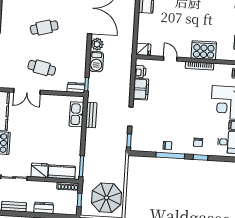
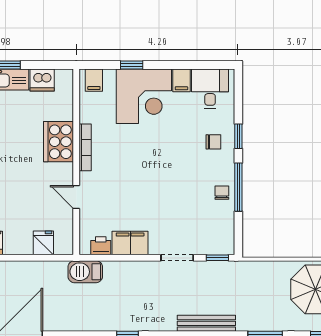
plant: (97, 44) -> (59, 321), removed
fridge: (143, 49) -> (43, 243), moved
door: (170, 59) -> (76, 197), hinge flipped
barbecue: (96, 62) -> (85, 272), moved, turned 180
bench: (91, 115) -> (206, 323), moved, width x1.36

